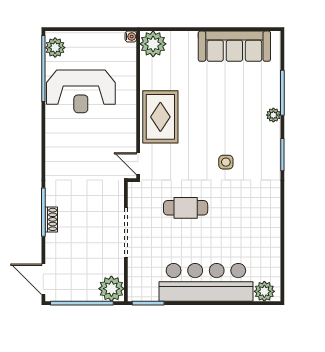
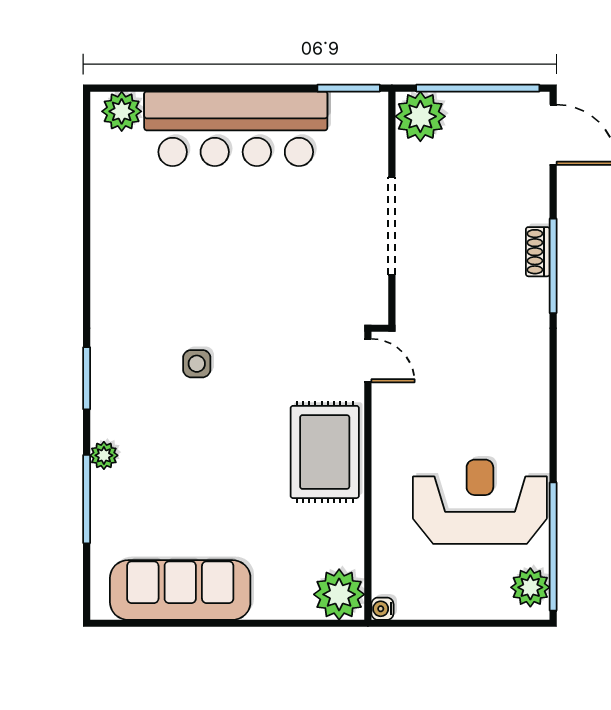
cafe table: (186, 208) -> (275, 274), removed

